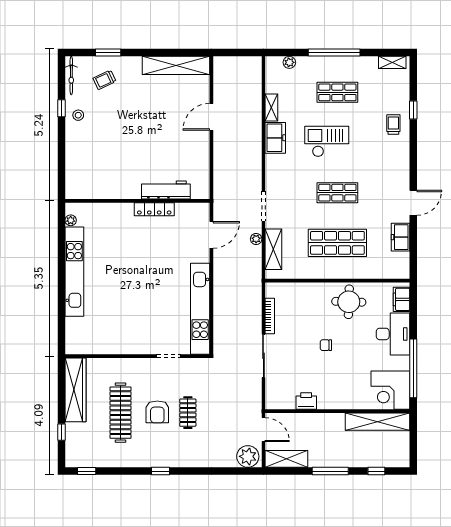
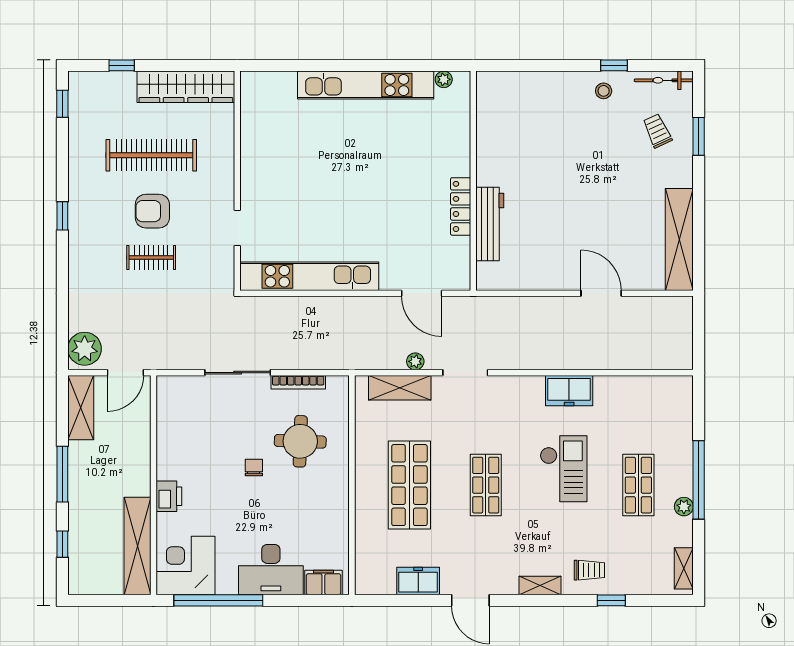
plant: (289, 62) -> (684, 507), moved
shelving: (271, 108) -> (540, 586), moved
round table: (349, 302) -> (300, 441), moved
printer: (306, 401) -> (169, 496), moved

